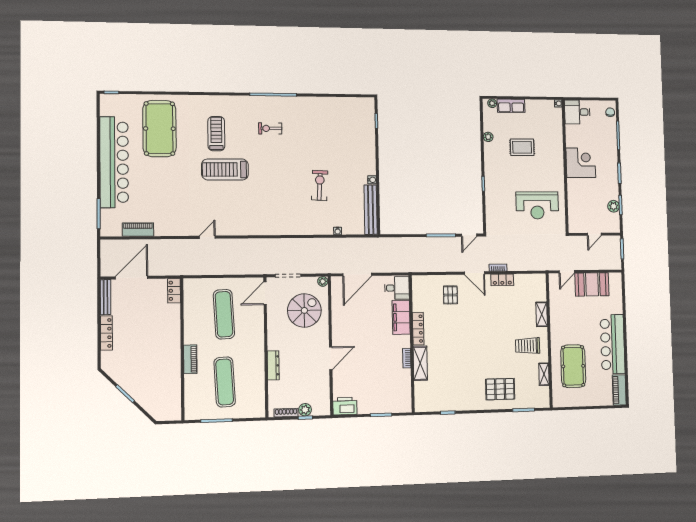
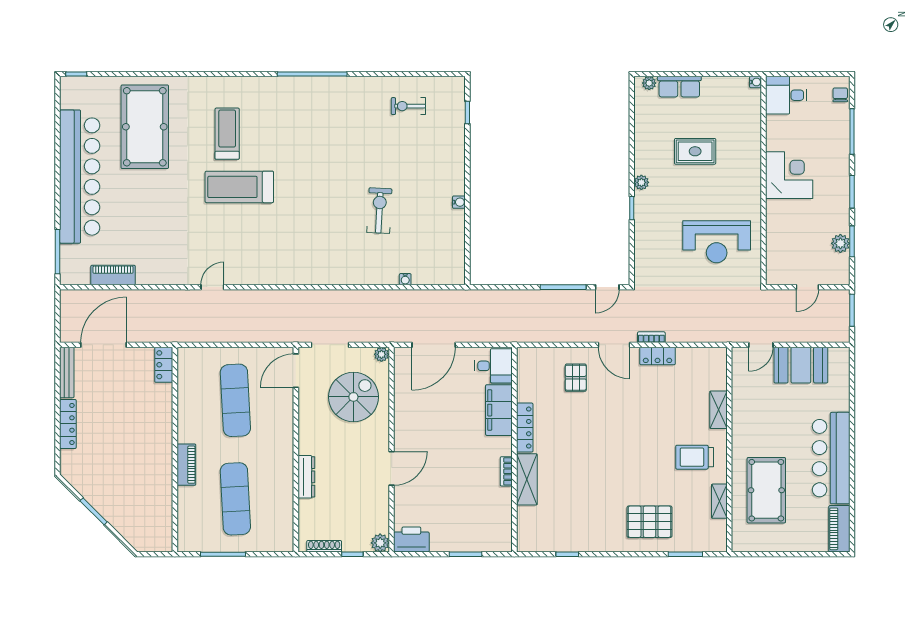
exercise bike: (270, 128) -> (408, 106), moved
plant: (488, 137) -> (641, 182), moved
bench: (371, 210) -> (456, 247), removed
plant: (305, 410) -> (380, 543), moved

